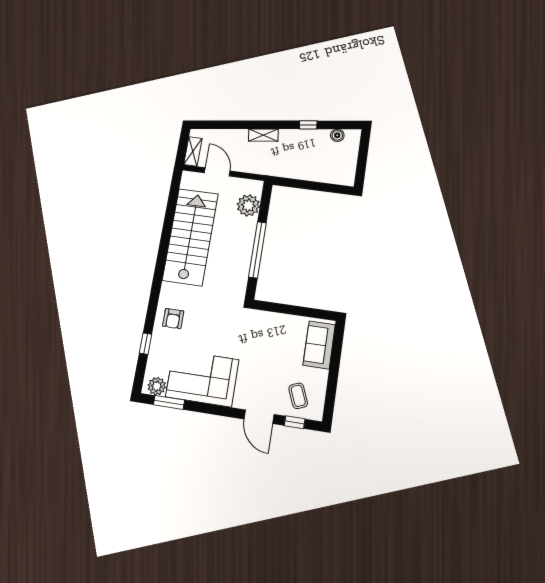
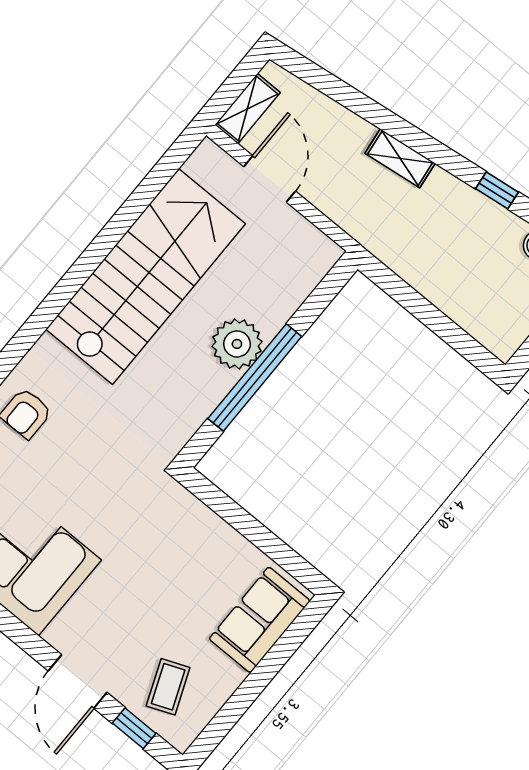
plant: (248, 205) -> (237, 344), moved

